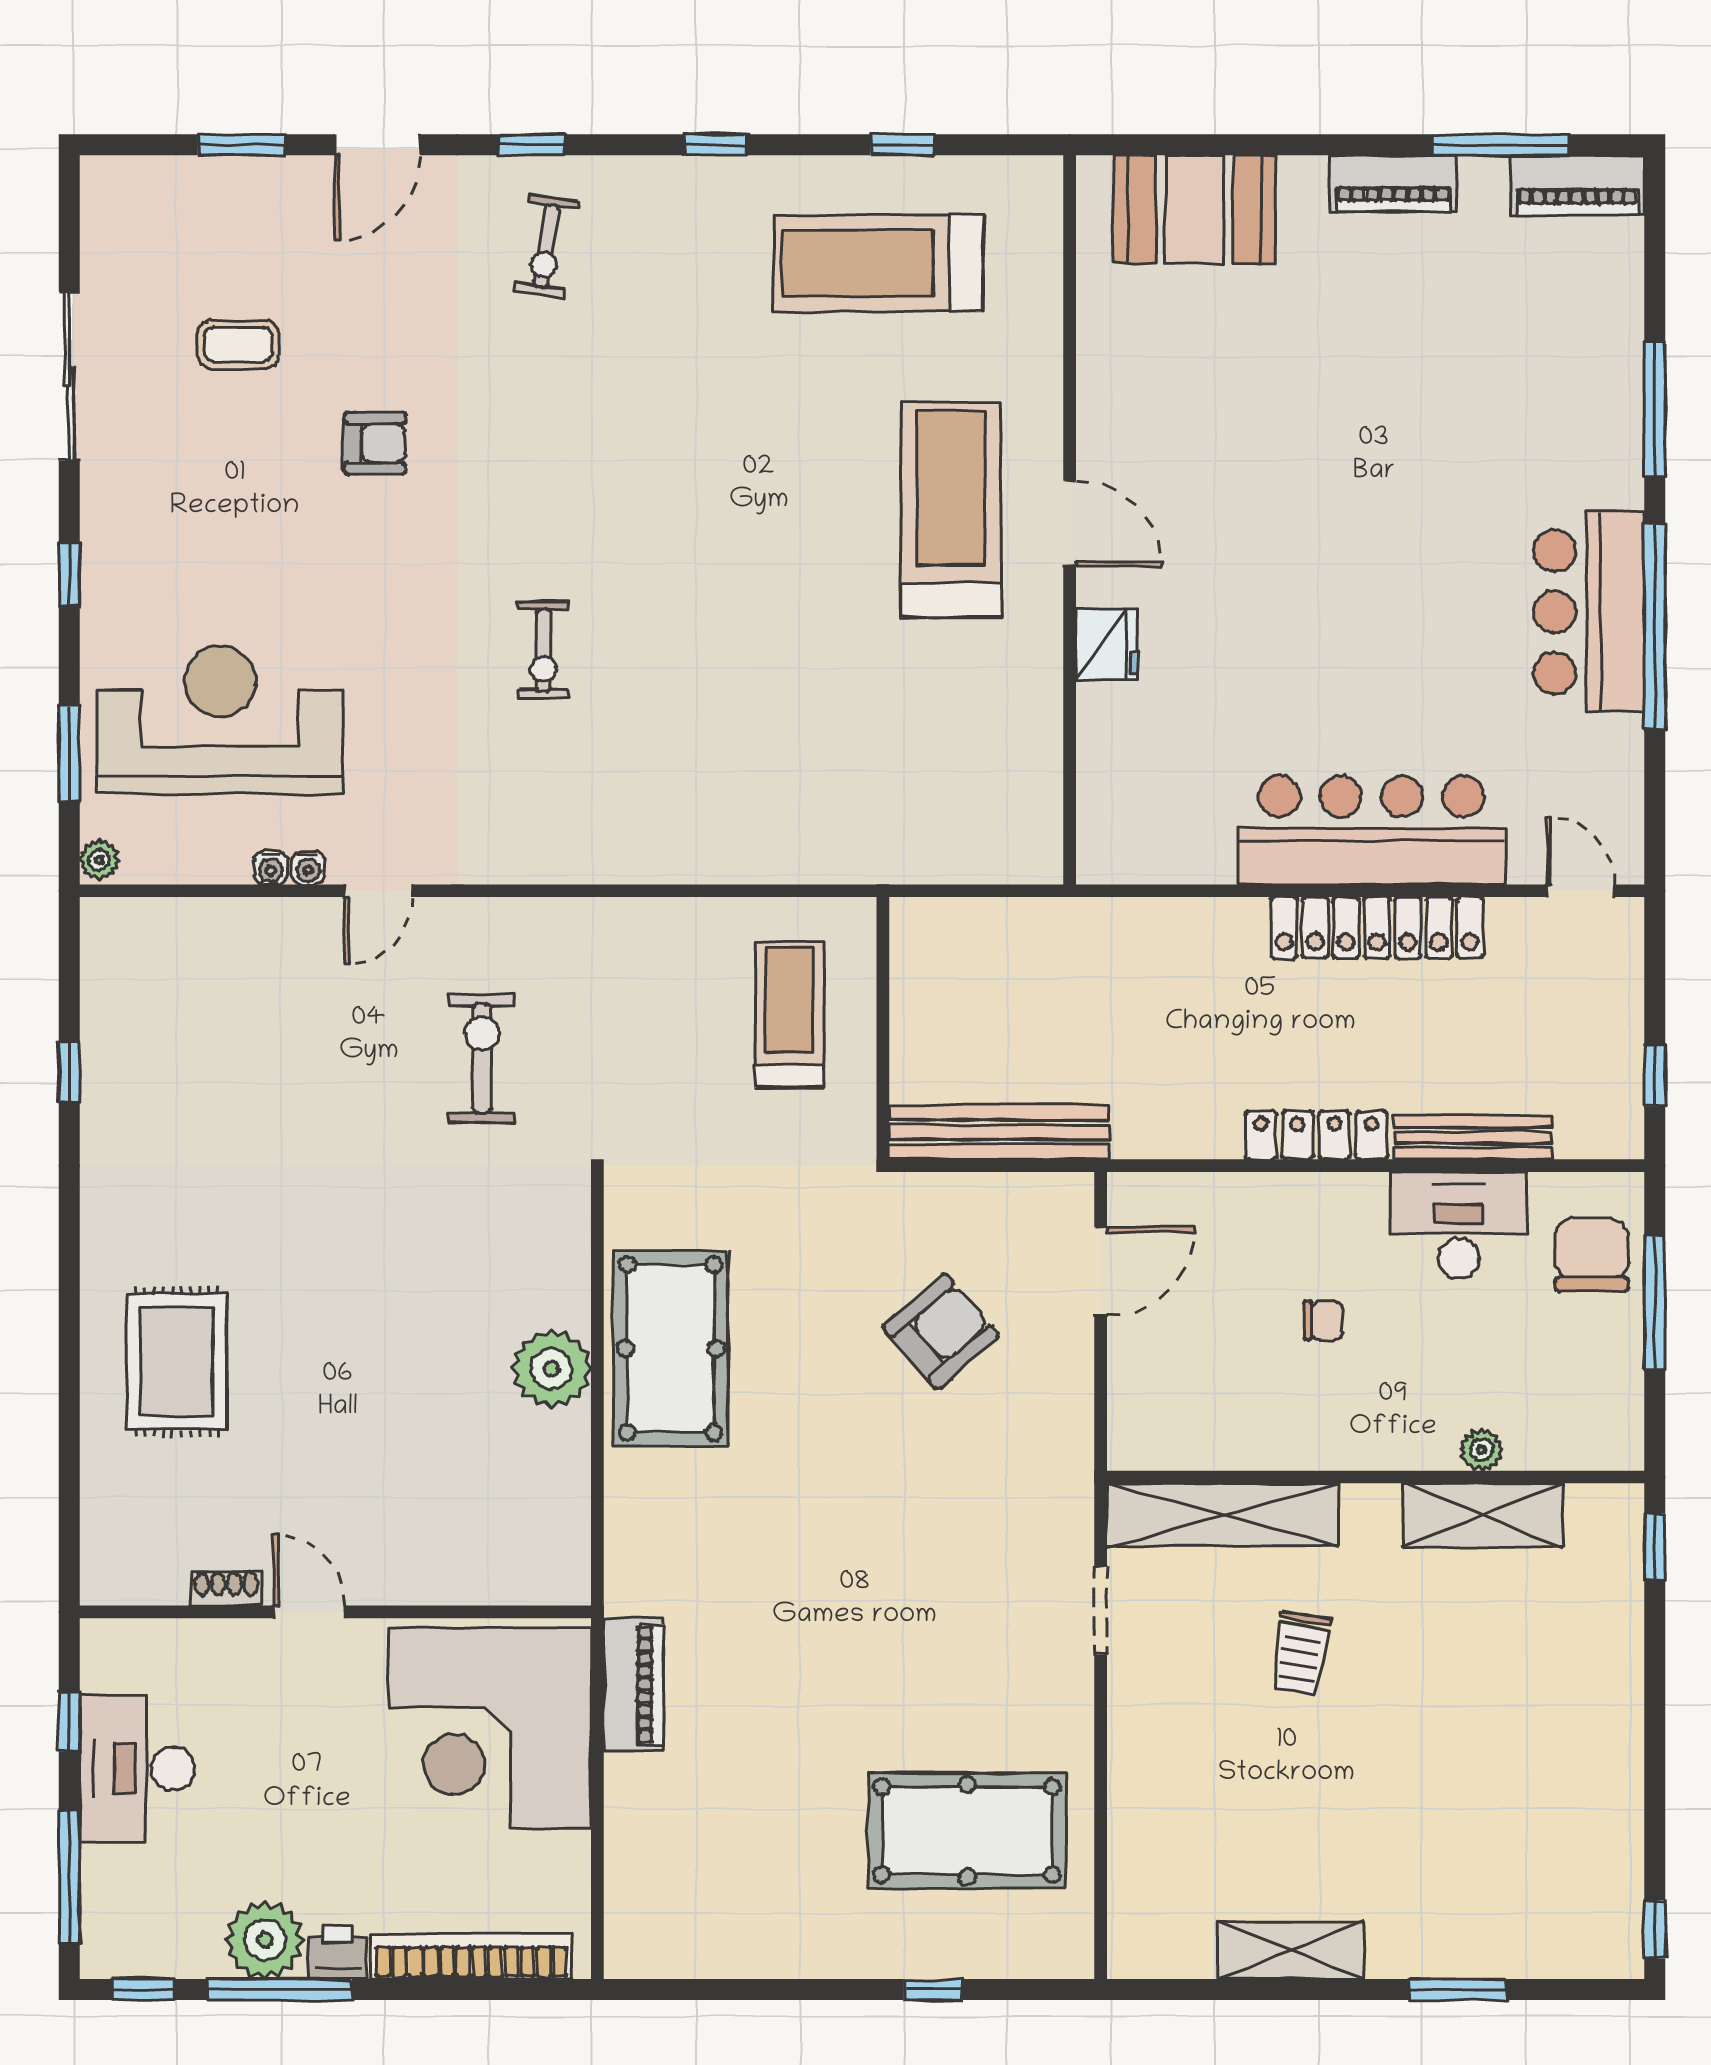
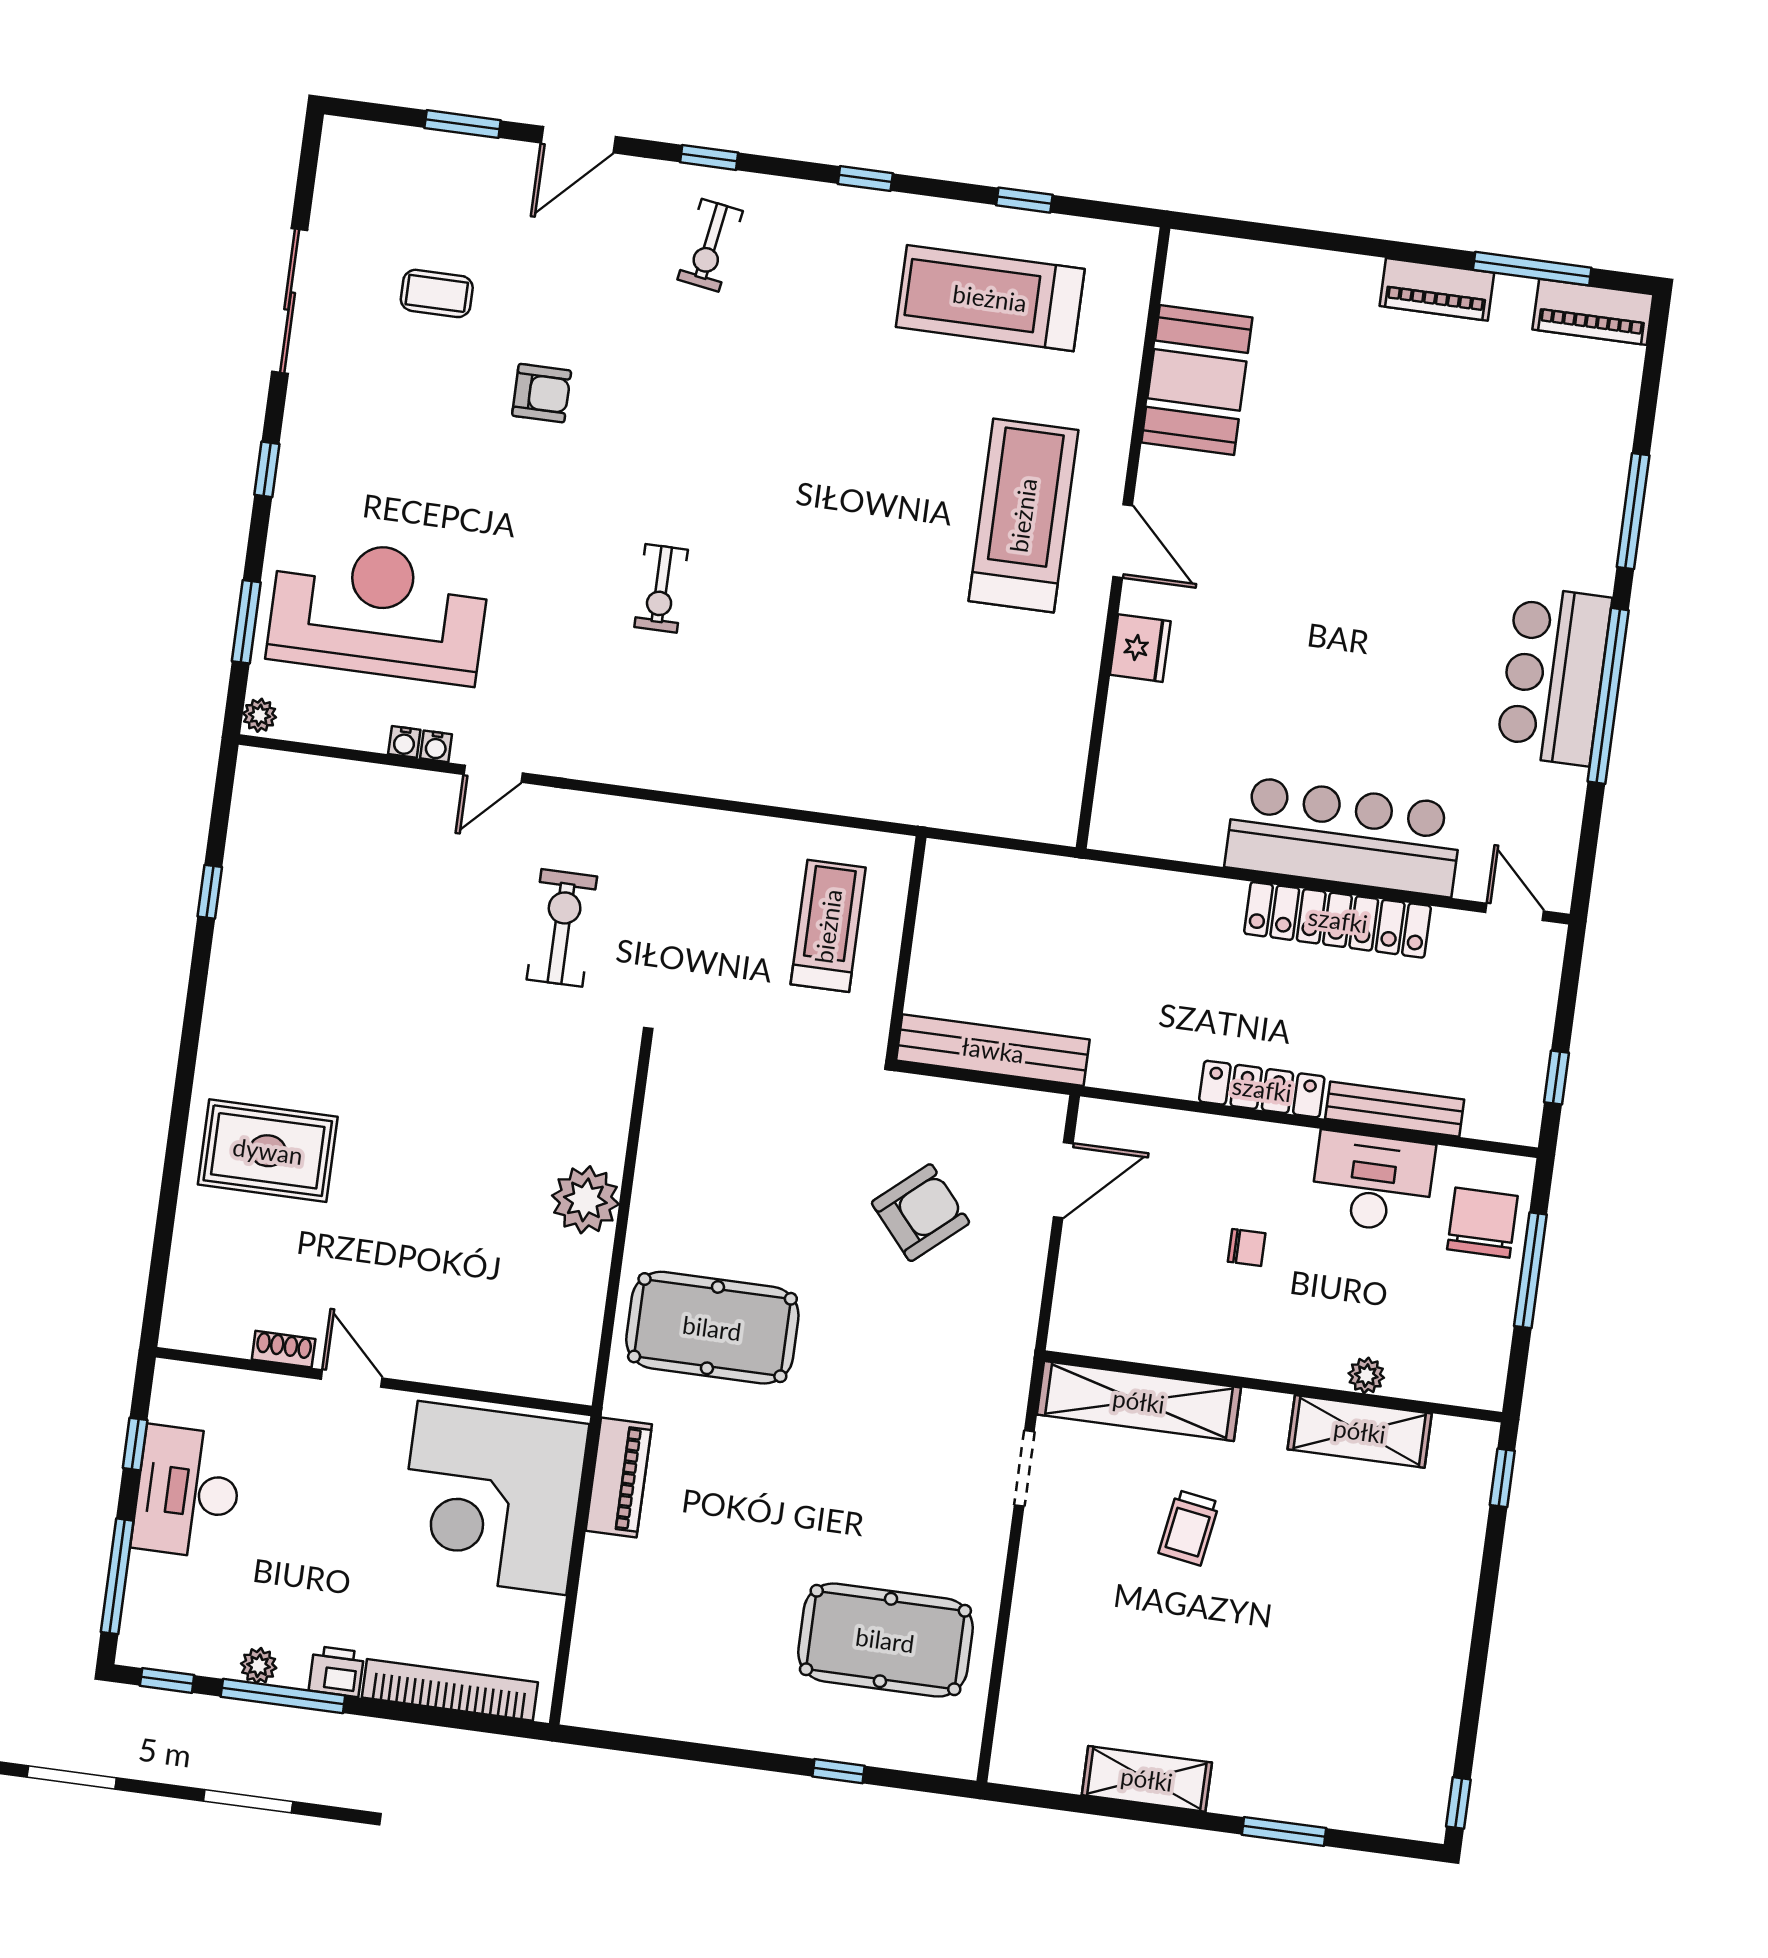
booth: (1195, 209) -> (1197, 380), moved, turned 90
pool table: (671, 1349) -> (712, 1328), moved, turned 90
rug: (177, 1362) -> (268, 1151), turned 90
plant: (265, 1940) -> (259, 1666), width x0.53, depth x0.53

